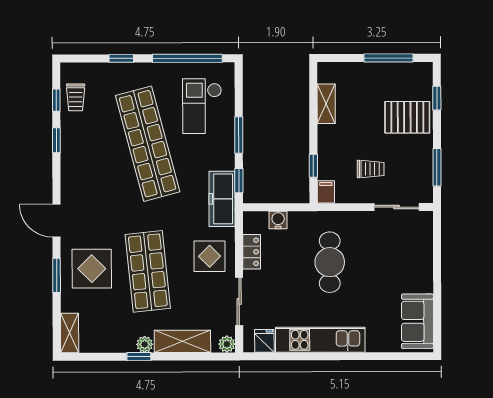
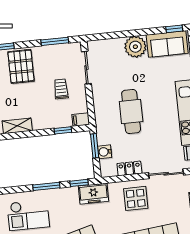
freezer: (222, 199) -> (93, 194), width x0.71
window: (288, 207) -> (95, 146), added
cafe table: (330, 262) -> (131, 112), turned 90
plant: (418, 277) -> (135, 47), added
window: (437, 333) -> (174, 29), added

